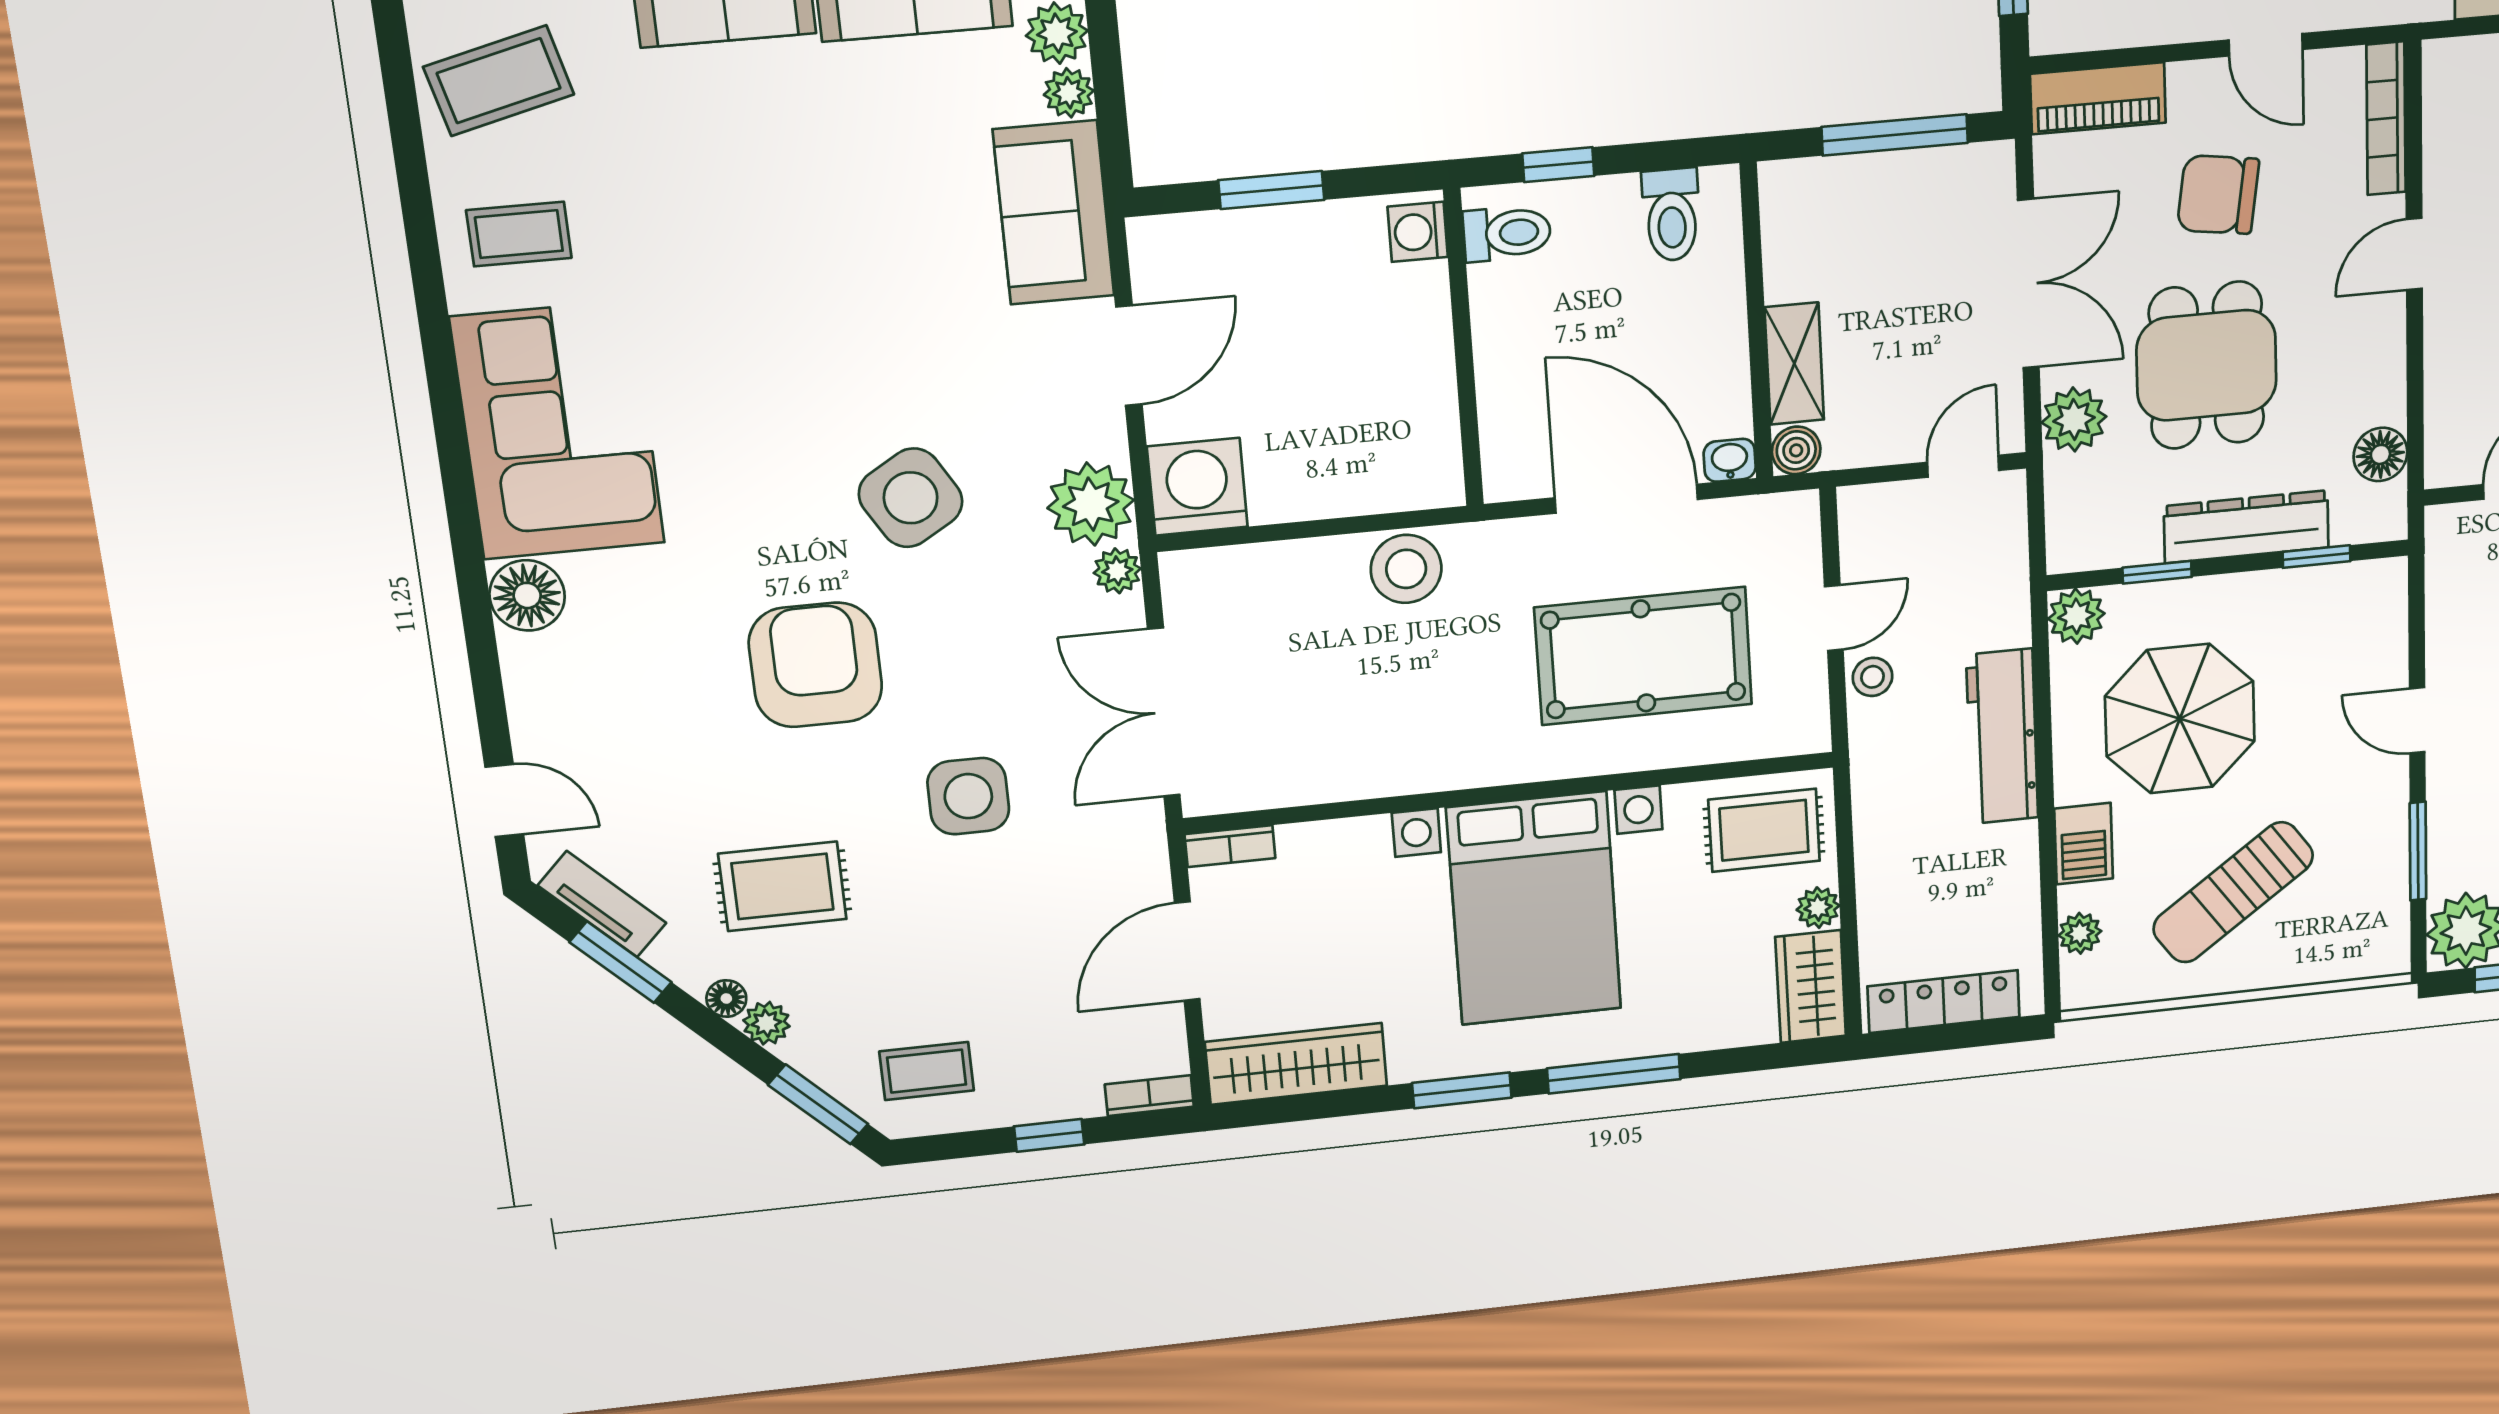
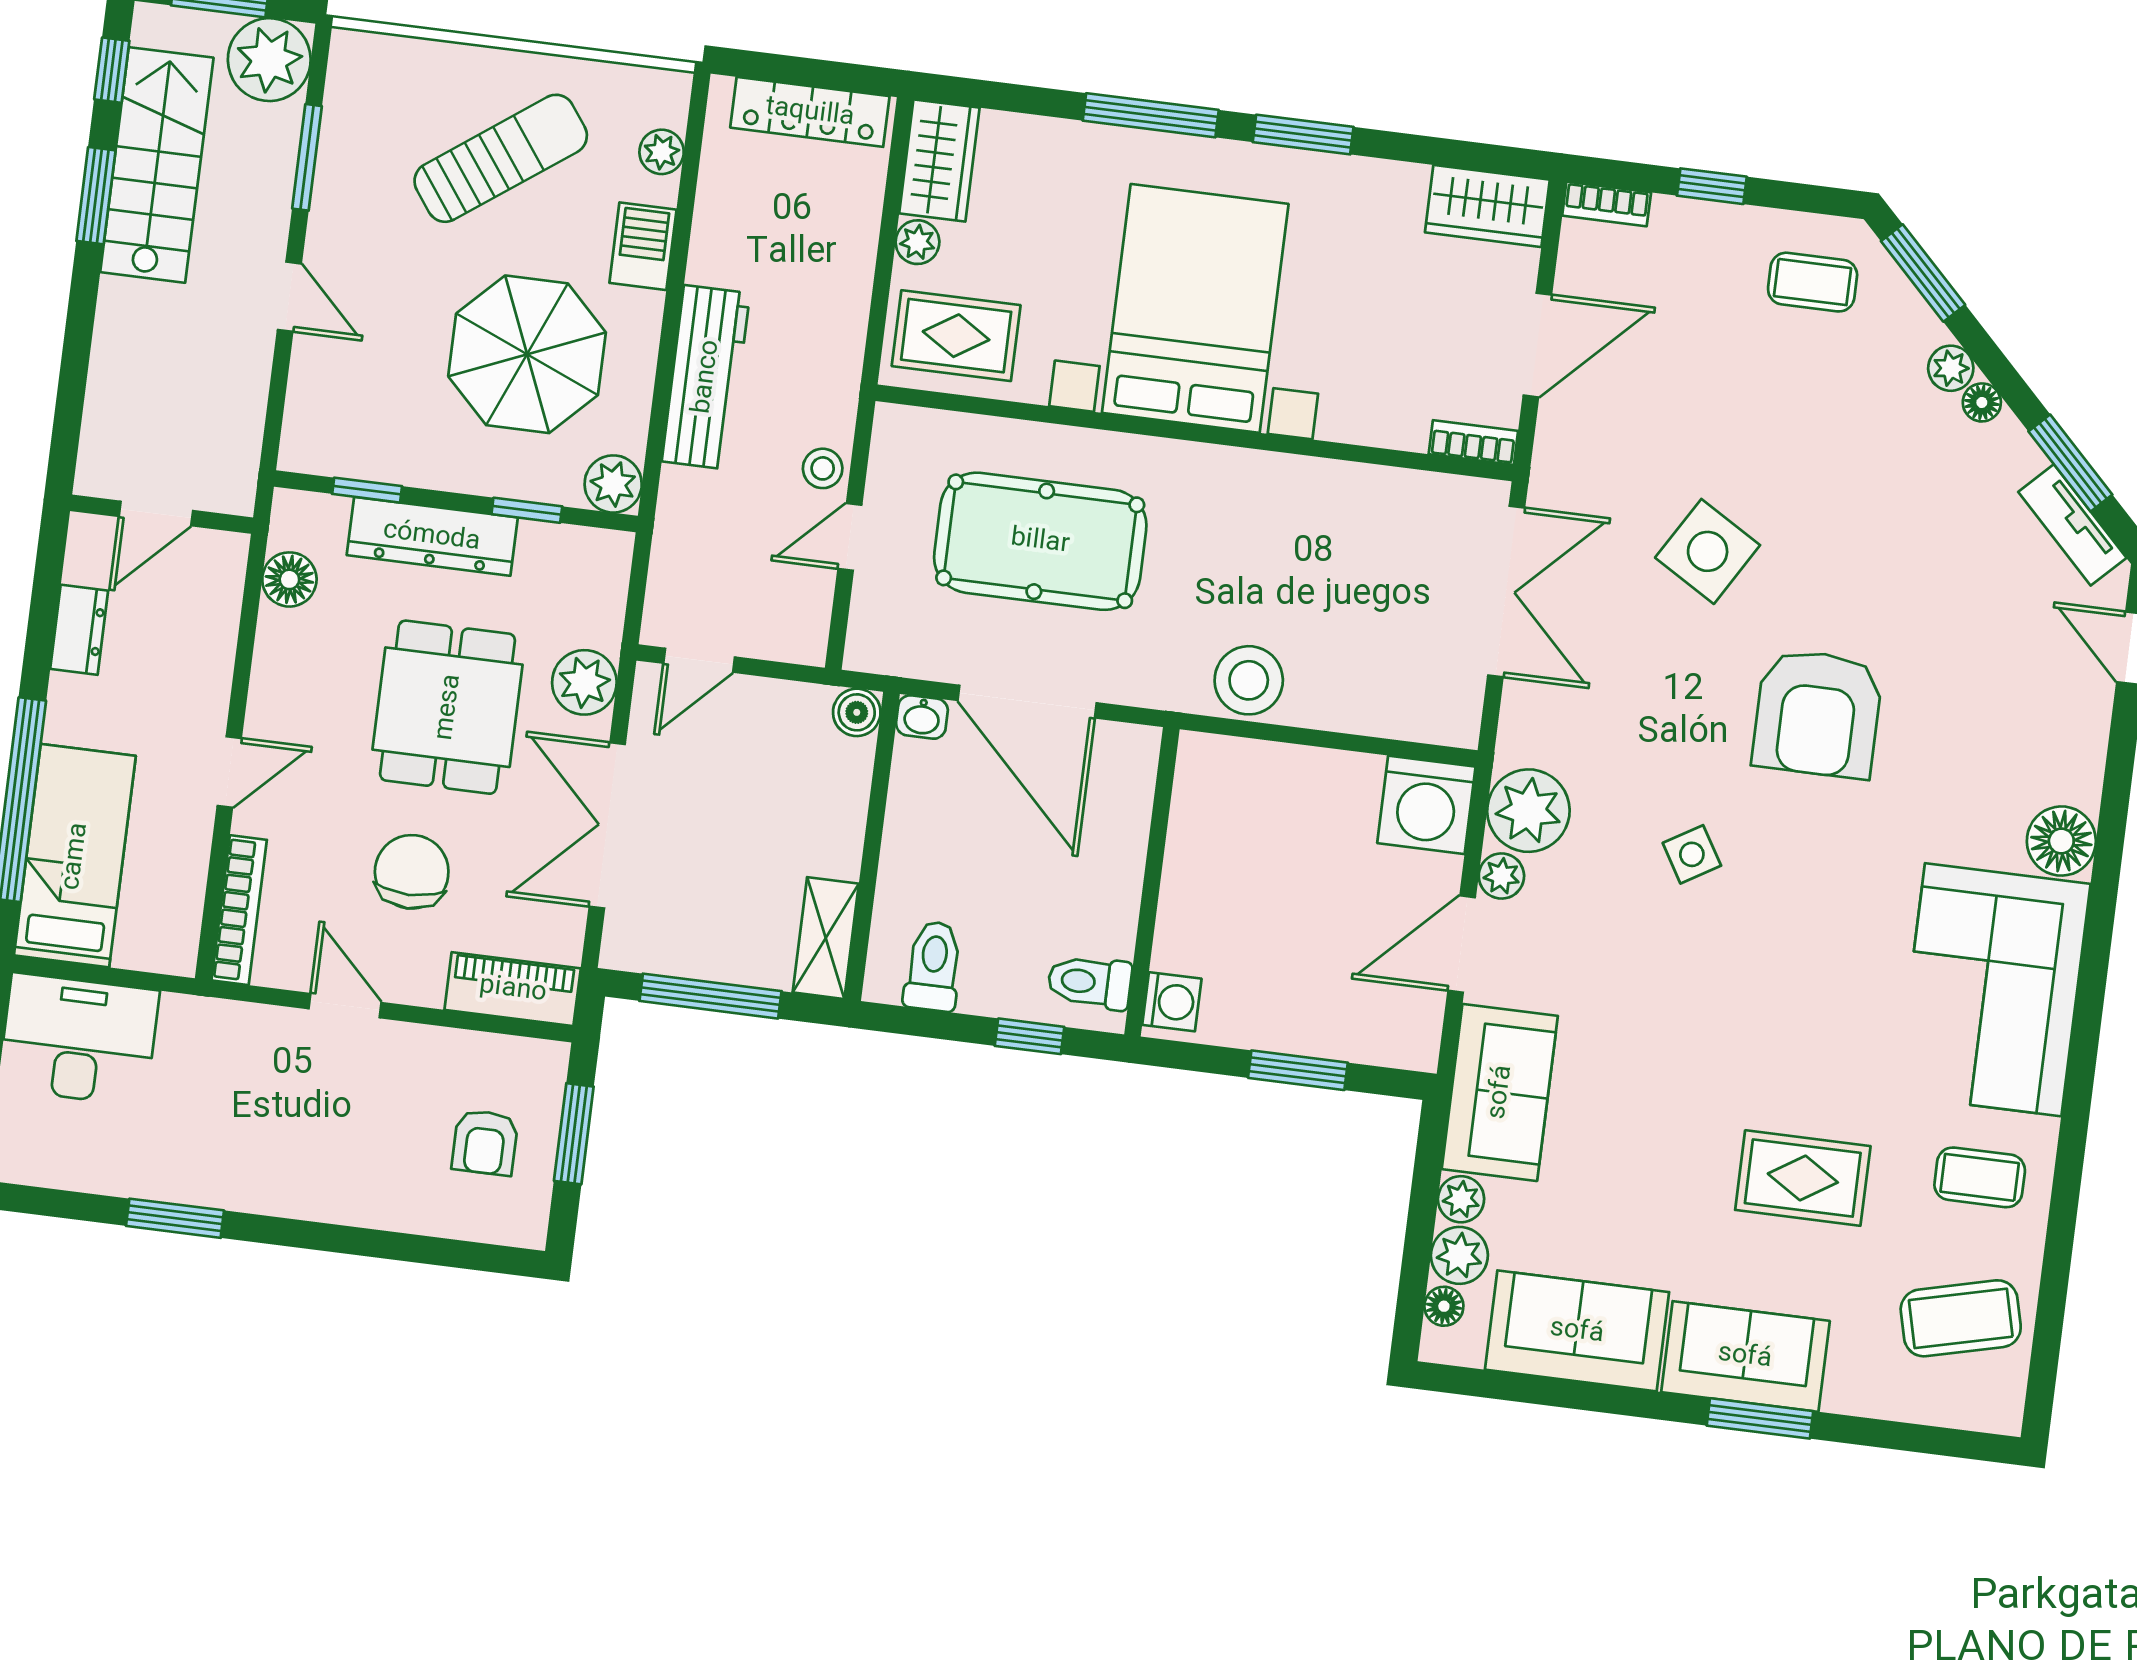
chair: (2218, 195) -> (412, 872), turned -98
shelving: (1794, 364) -> (826, 938), moved
side table: (911, 498) -> (1692, 854), width x0.54, depth x0.54
plant: (1117, 571) -> (1501, 876), moved
side table: (968, 796) -> (1708, 551), turned 31
rug: (782, 886) -> (1803, 1178), moved
wardrobe: (1296, 1064) -> (1487, 206), width x0.67

